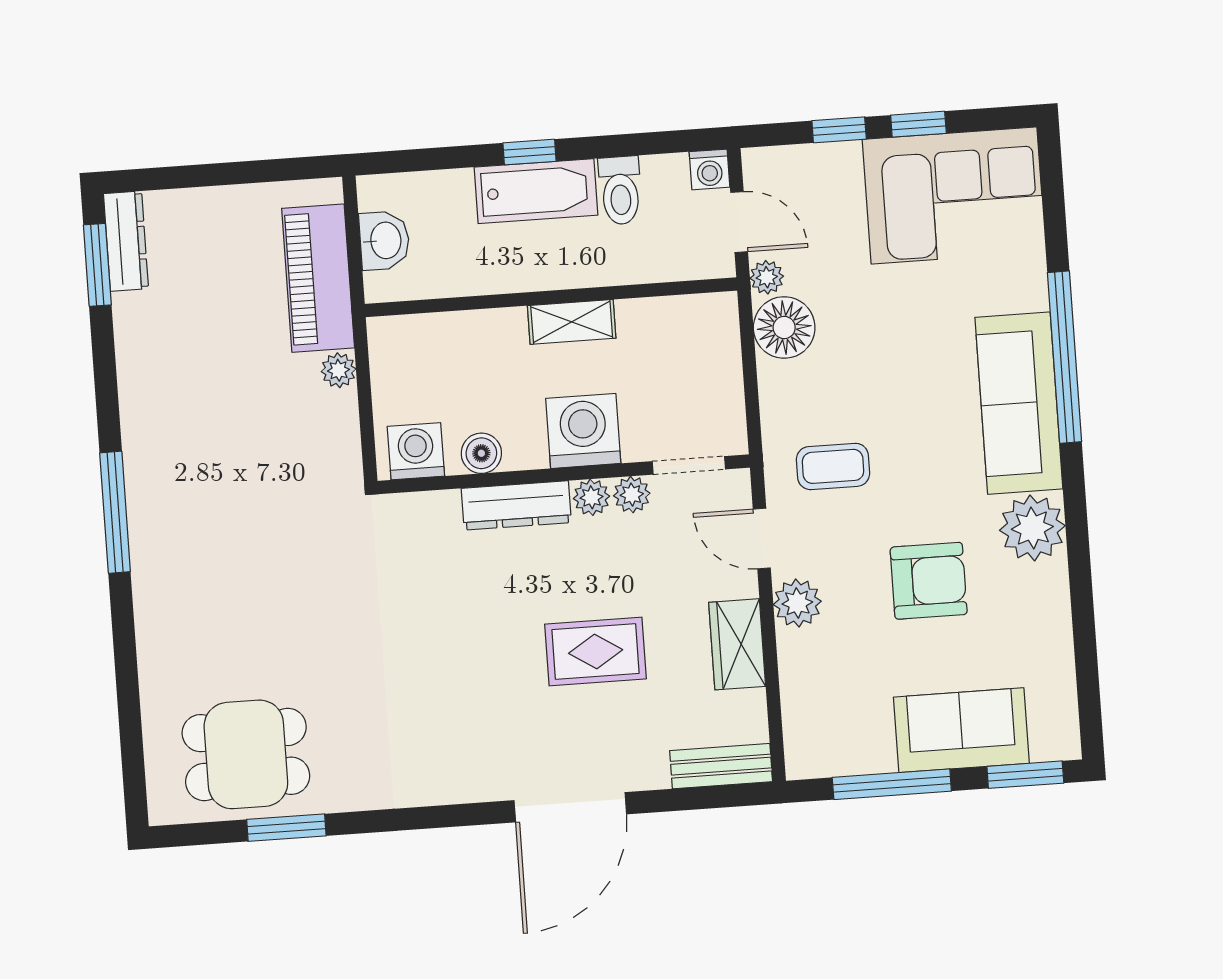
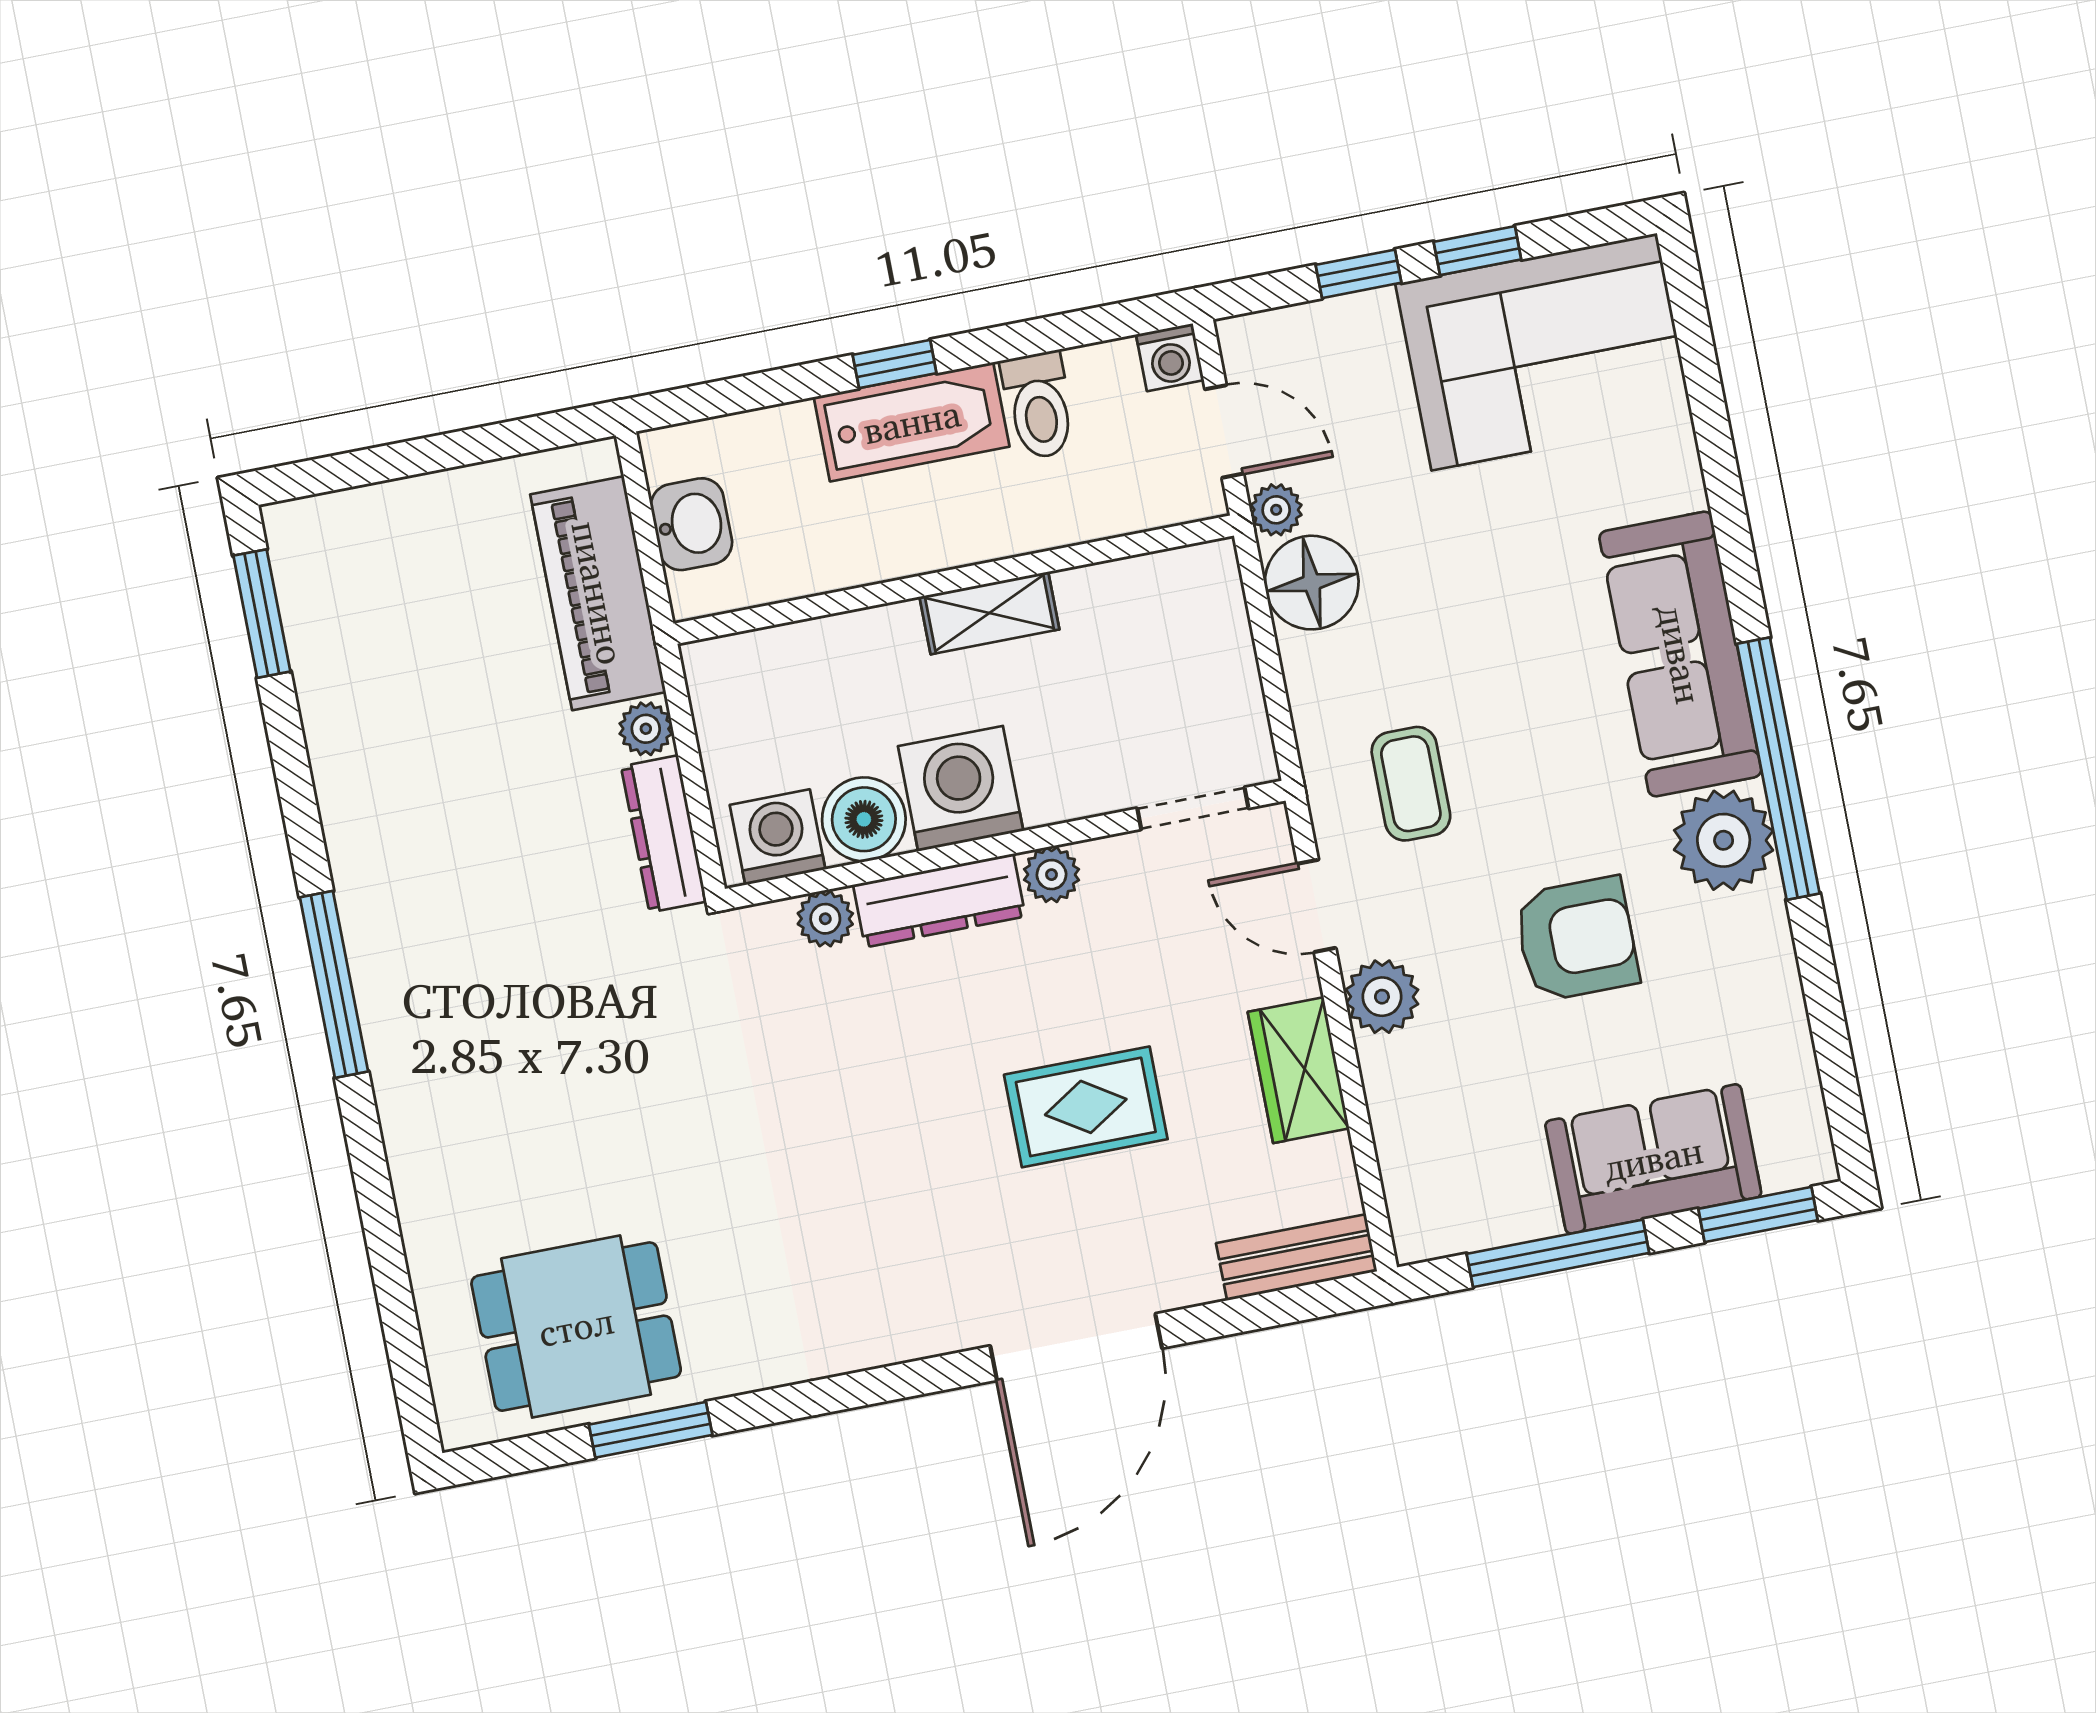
dresser: (126, 241) -> (664, 834), moved, turned 180
window: (1064, 357) -> (1778, 769), moved
washing machine: (583, 431) -> (961, 789), moved
boiler: (481, 453) -> (864, 819), width x1.36, depth x1.36
coffee table: (833, 466) -> (1411, 784), turned 90
plant: (632, 495) -> (825, 919), moved

